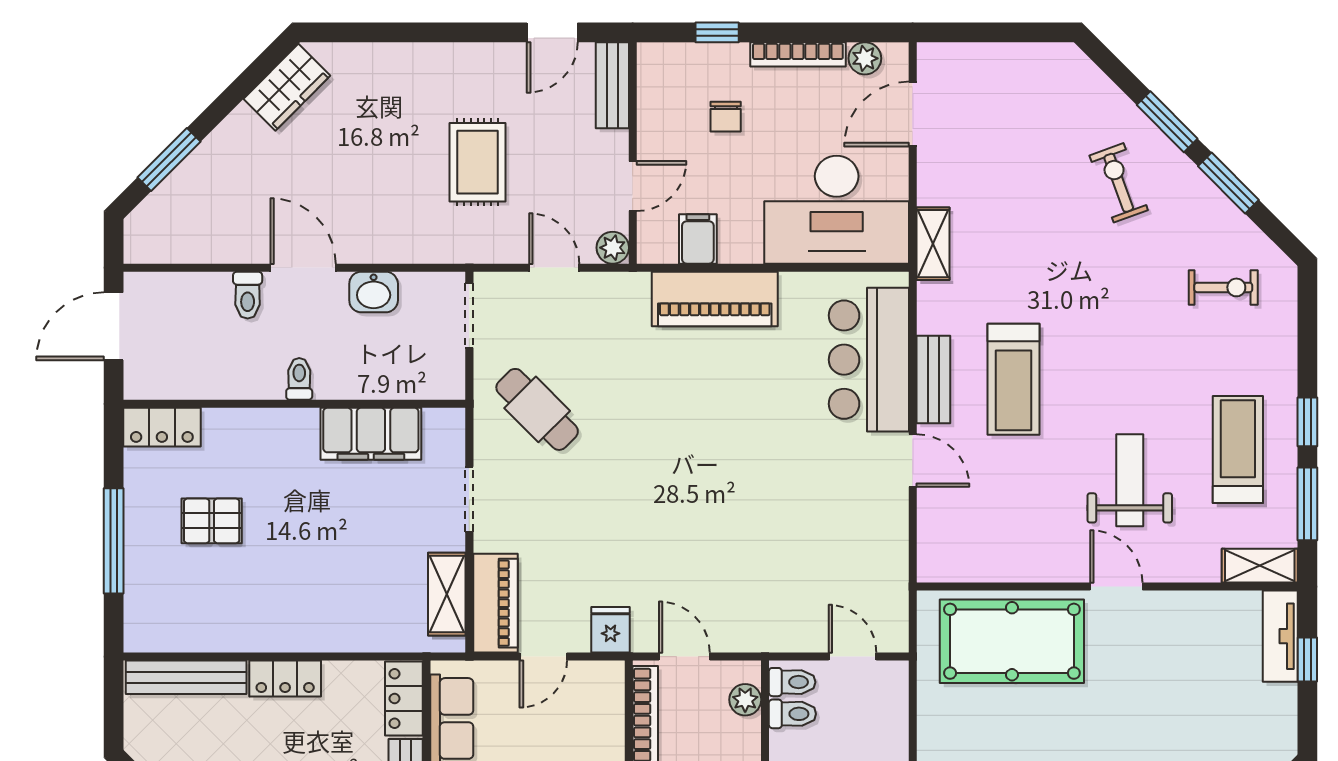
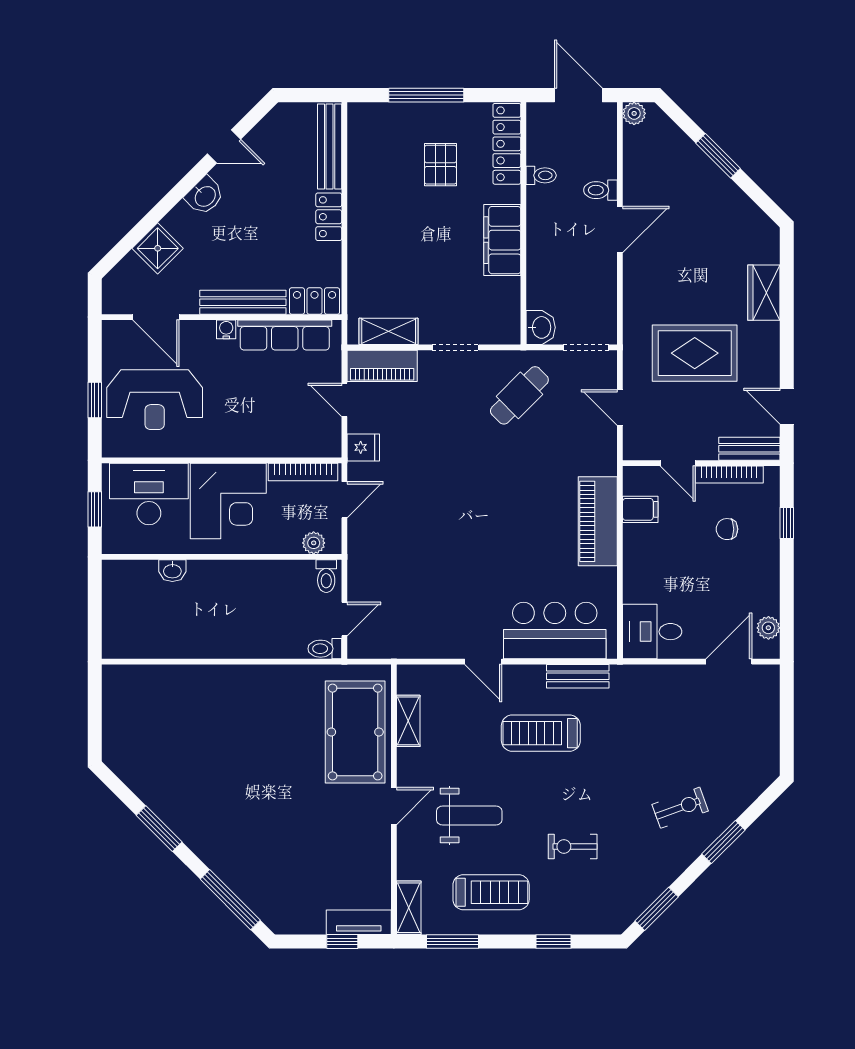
bookcase: (798, 54) -> (729, 475), moved, turned -90
wardrobe: (287, 87) -> (764, 293), moved, turned 45
door: (913, 114) -> (729, 662), hinge flipped
window: (169, 159) -> (718, 156), moved
rug: (478, 162) -> (695, 353), width x1.36, depth x1.43
window: (1228, 183) -> (657, 909), moved
desk: (837, 210) -> (652, 632), width x0.53, depth x0.77
shelving: (933, 244) -> (408, 721), moved, turned 90
plant: (613, 248) -> (634, 113), moved
door: (554, 268) -> (620, 408), swing flipped
exercise bike: (1223, 287) -> (573, 846), moved, turned 90
washbasin: (374, 292) -> (541, 327), moved, turned 180
toilet: (299, 379) -> (541, 175), moved
bench: (933, 379) -> (578, 676), moved
window: (1307, 422) -> (553, 941), moved
locker: (162, 427) -> (507, 144), width x1.53
filing cabinet: (371, 434) -> (502, 240), moved
door: (913, 460) -> (483, 662), hinge flipped
toilet: (792, 714) -> (325, 649), moved, turned 90

